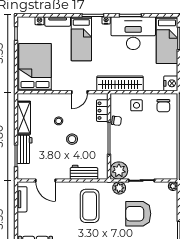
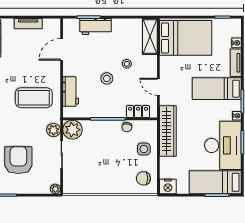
shelving: (24, 118) -> (150, 37), moved, turned 90
tv unit: (22, 199) -> (28, 24), moved
armchair: (138, 214) -> (18, 160), moved

